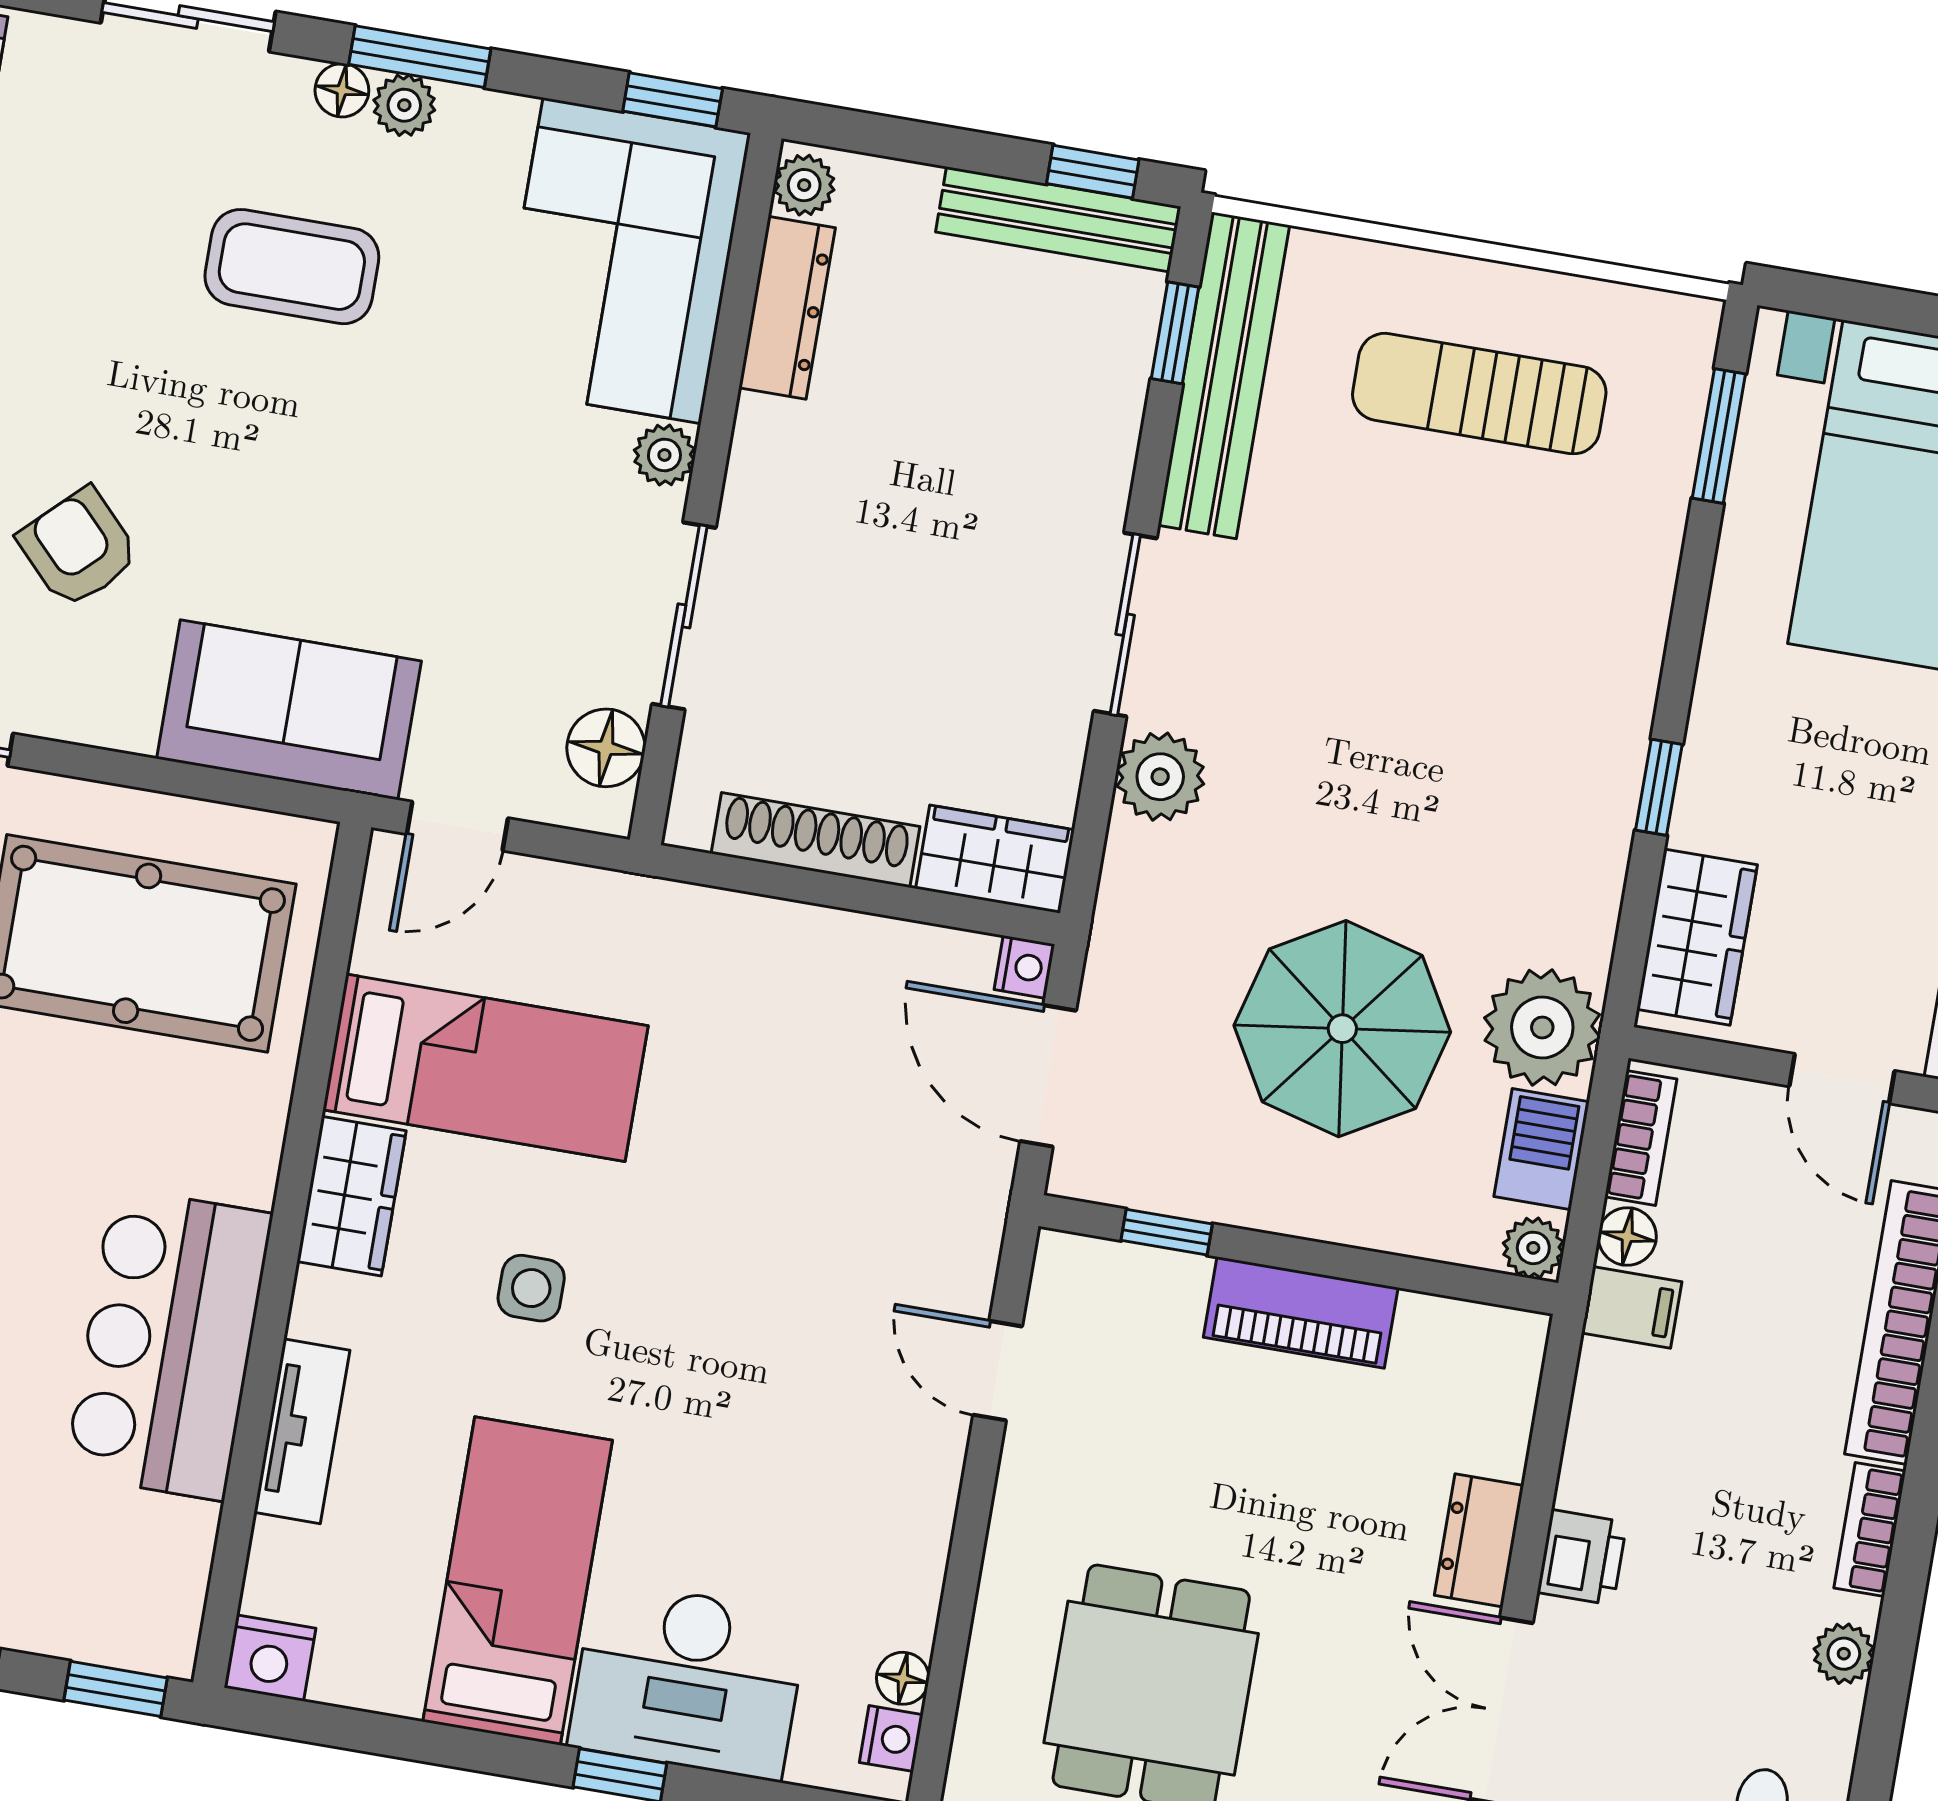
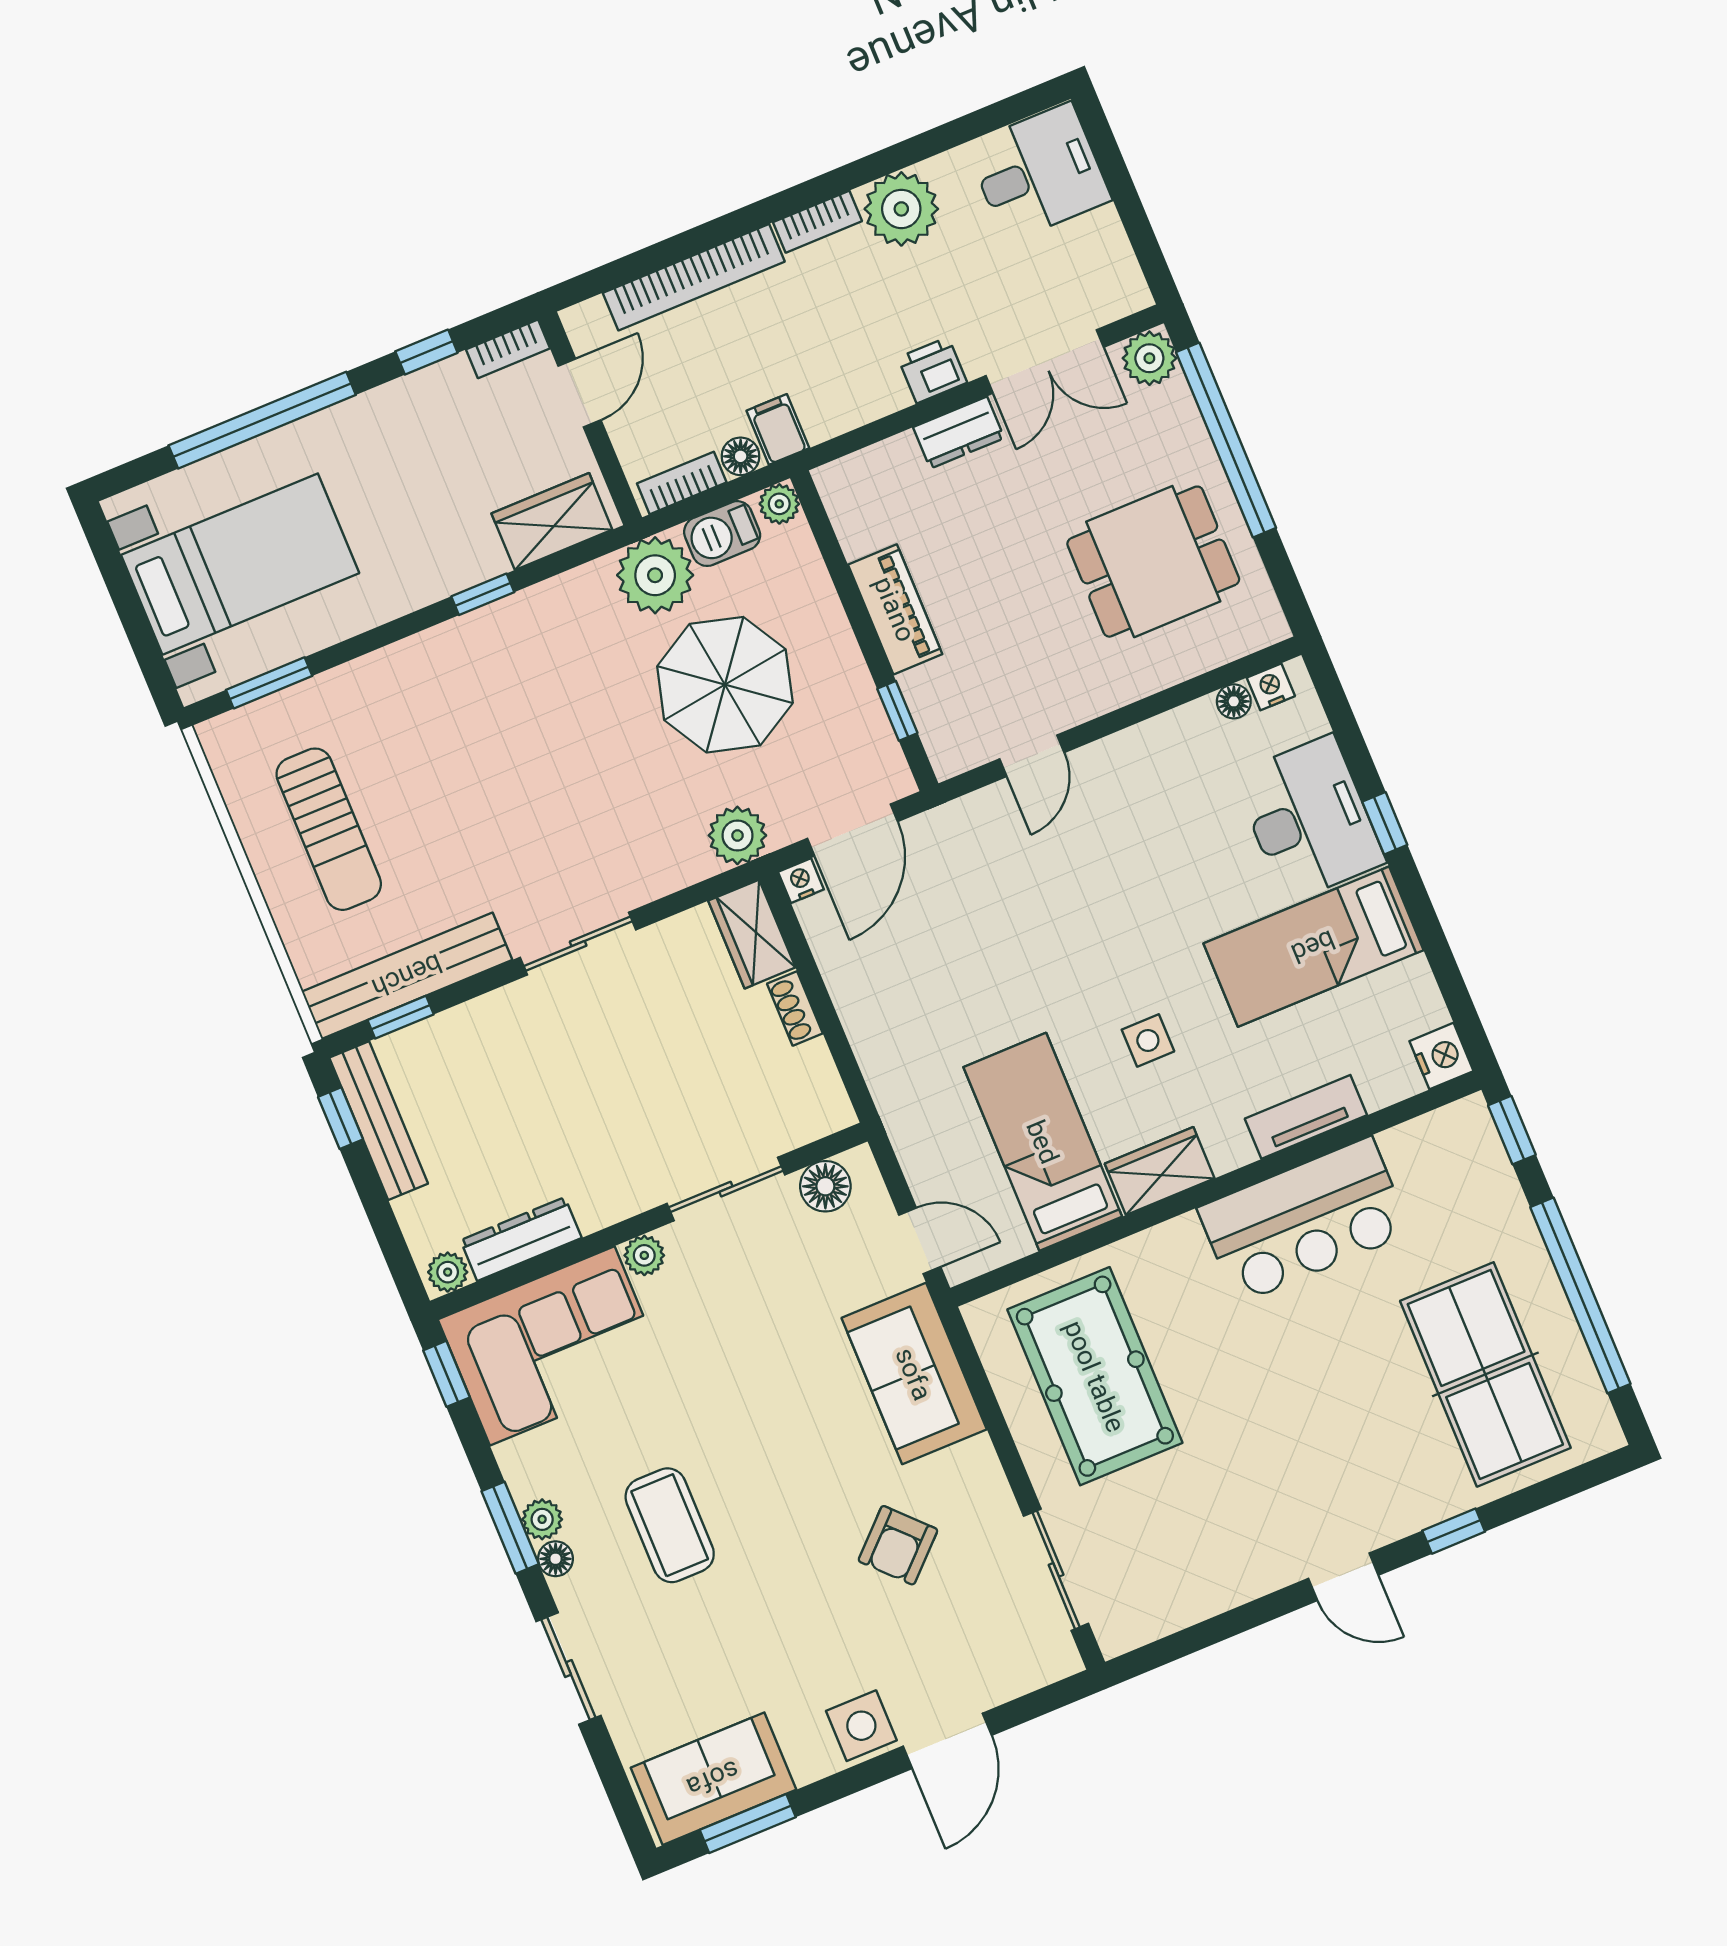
plant: (1160, 777) -> (737, 835), moved
shoe rack: (816, 840) -> (795, 1008), width x0.51, depth x0.81
plant: (1844, 1654) -> (901, 209), width x1.88, depth x1.88

